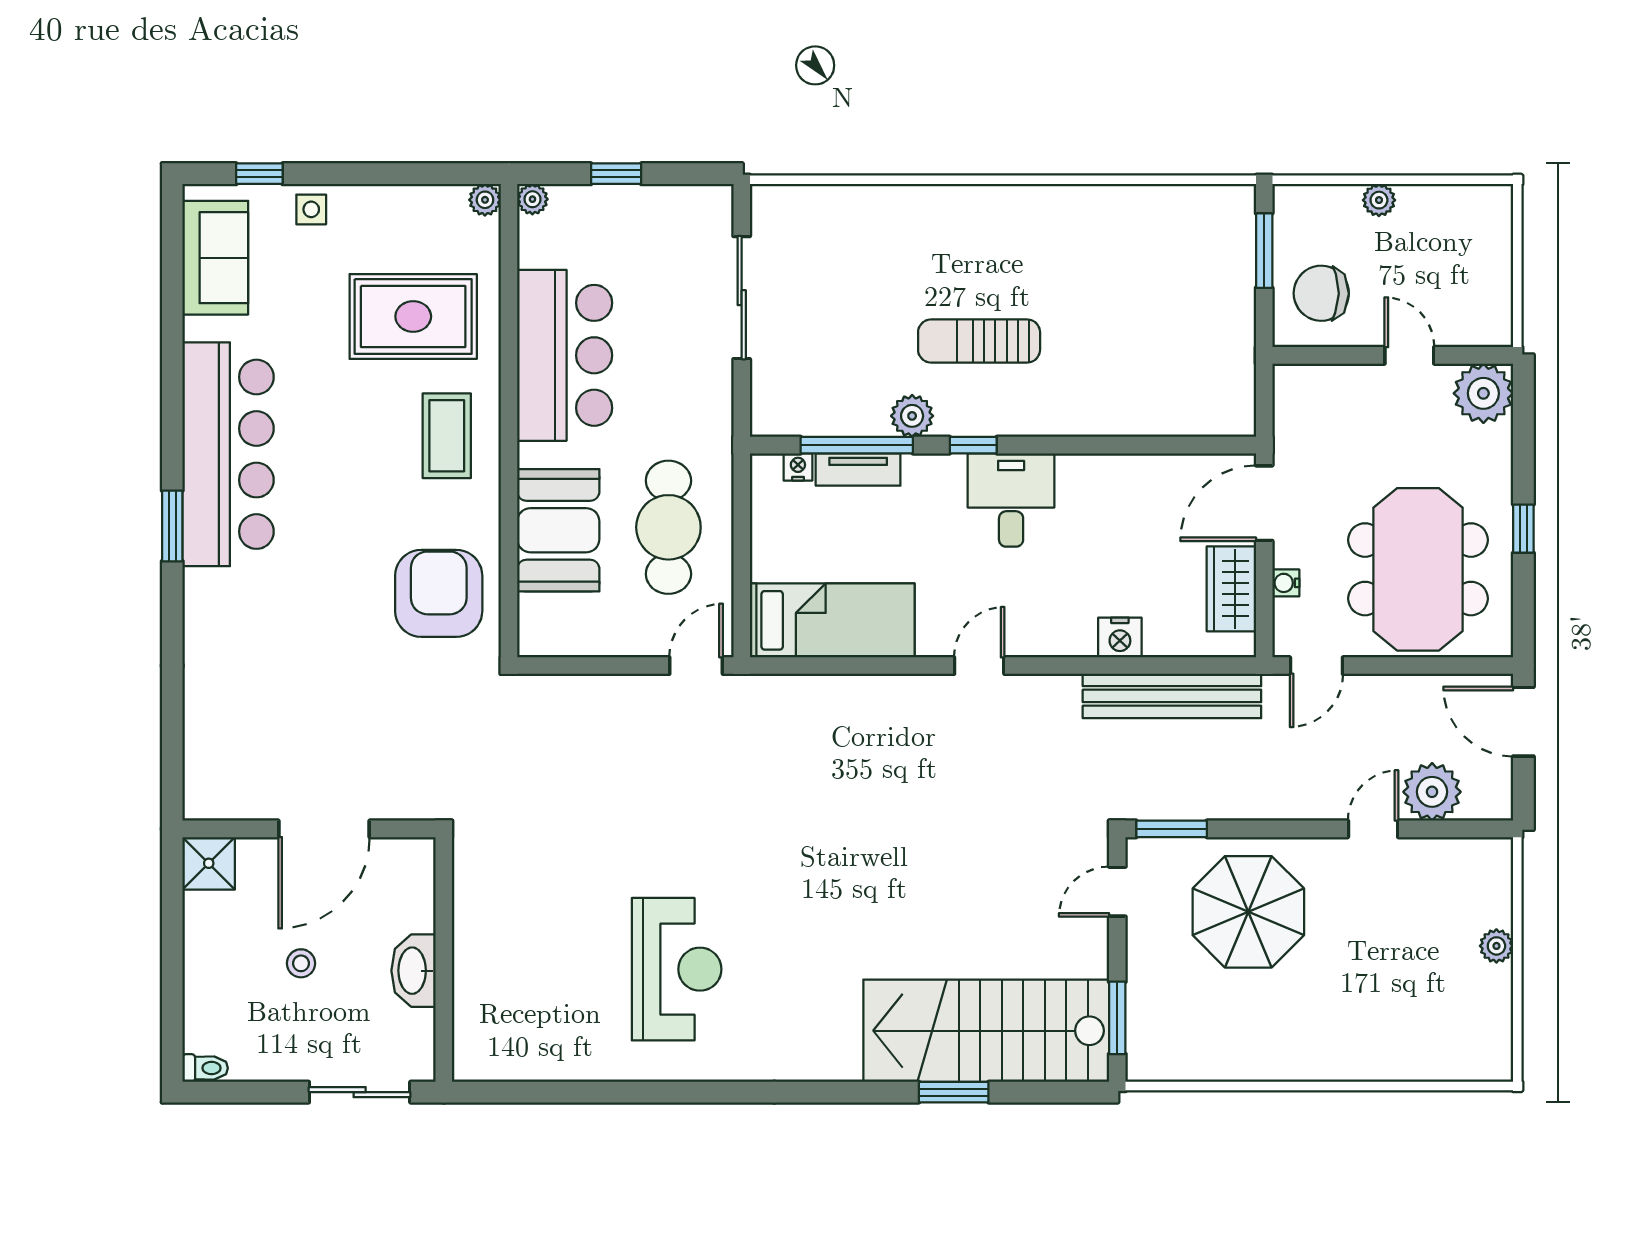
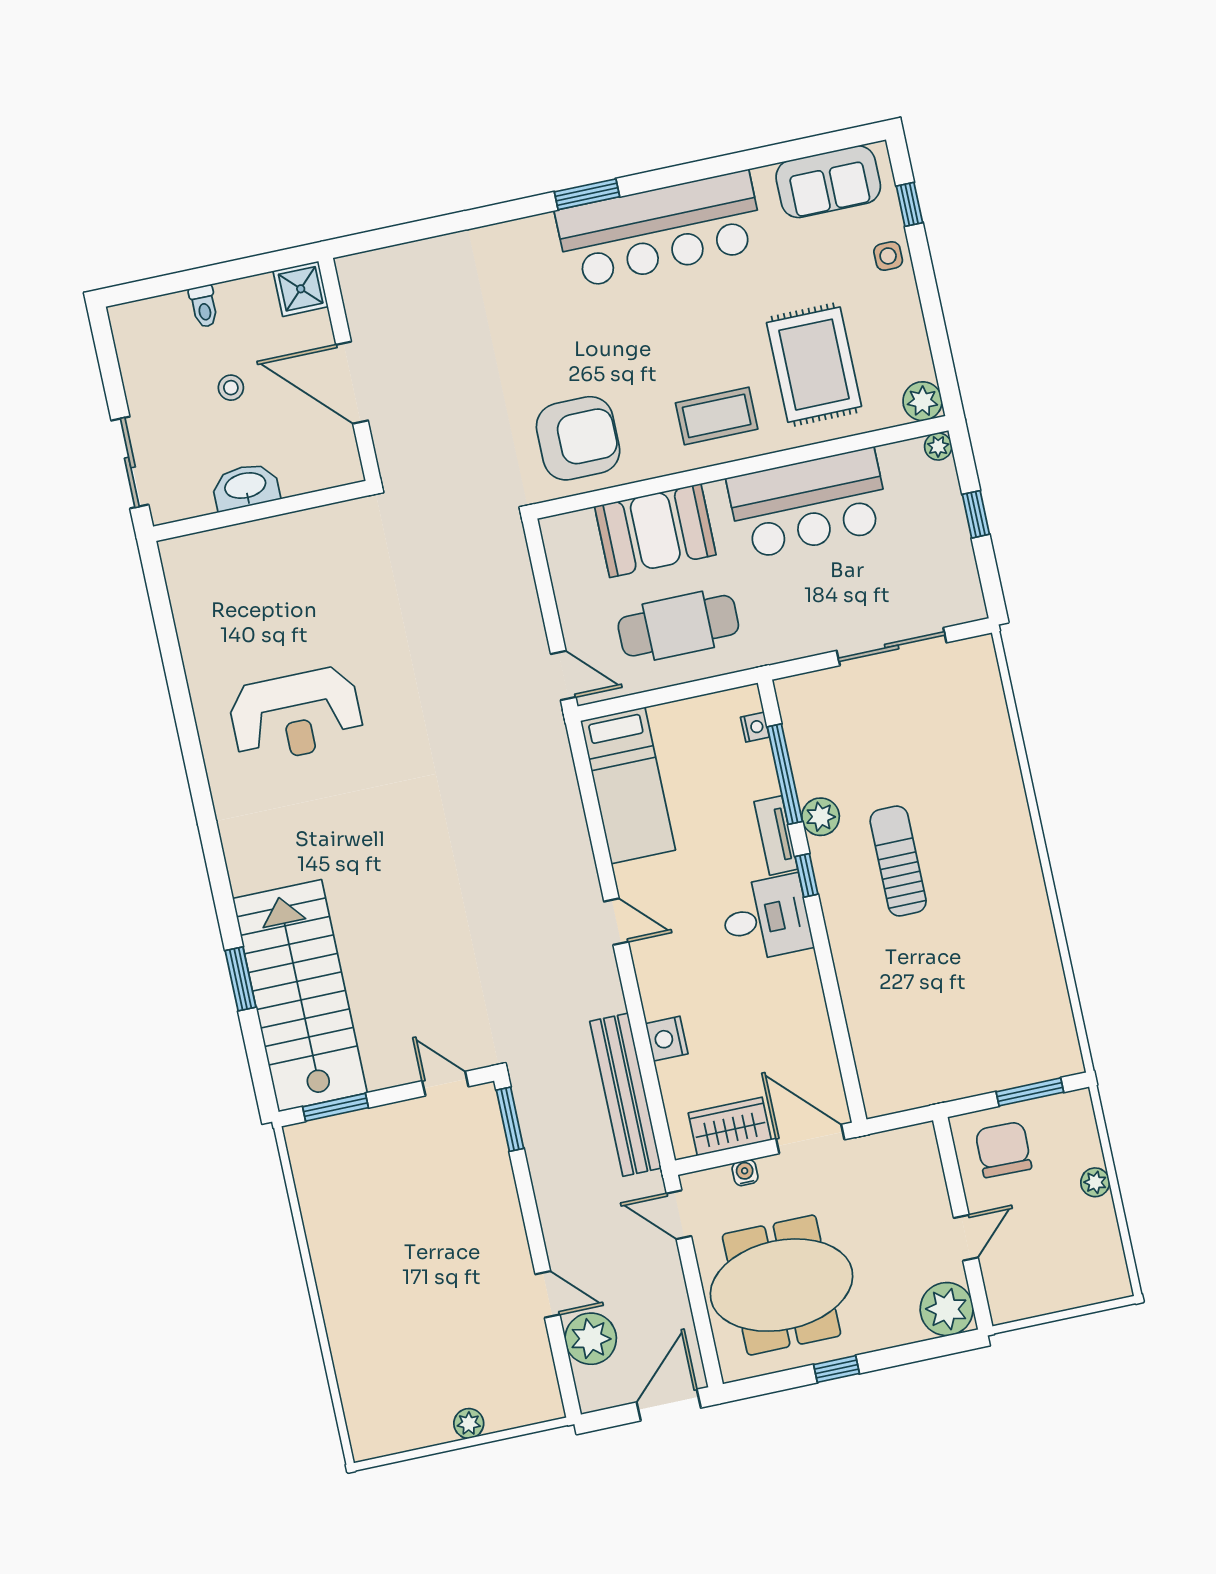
plant: (485, 200) -> (922, 401), width x1.38, depth x1.38
tv unit: (858, 470) -> (776, 835), moved
parasol: (1248, 912) -> (452, 1201), removed
toilet: (205, 1068) -> (204, 306), moved

